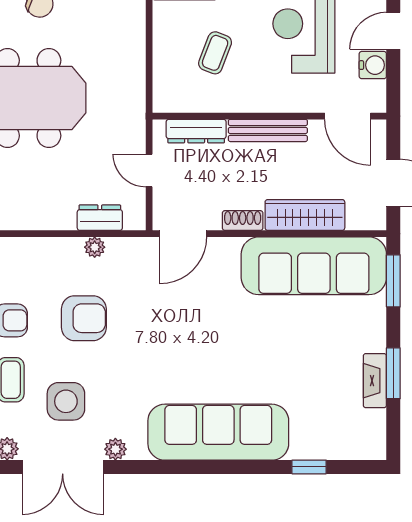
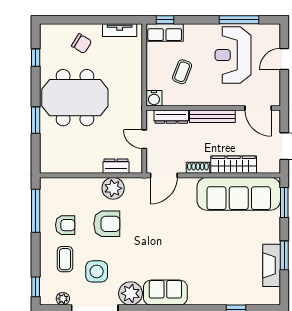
water cooler: (373, 65) -> (154, 98), moved, turned 90
plant: (95, 247) -> (113, 188), width x1.88, depth x1.88
fireplace: (375, 381) -> (272, 265), width x1.37, depth x1.32
sofa: (218, 432) -> (165, 293), width x0.54, depth x0.79
plant: (115, 449) -> (131, 293), width x1.87, depth x1.87

